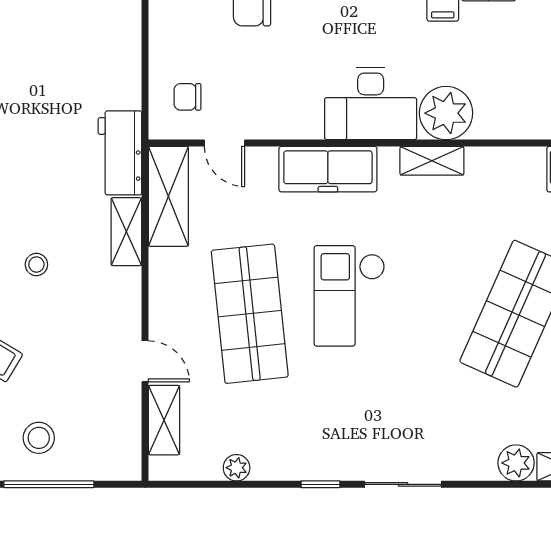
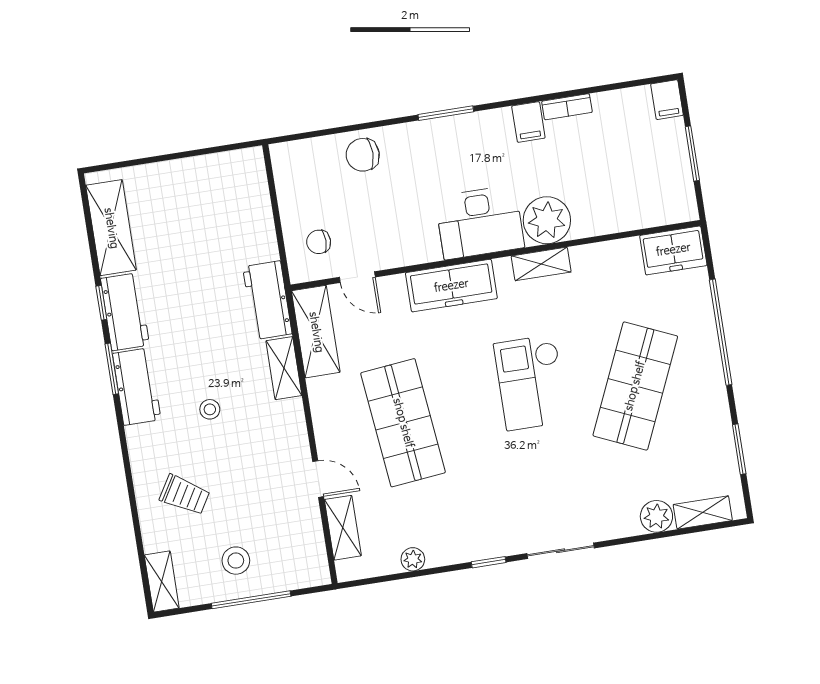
checkout: (349, 296) -> (531, 383), moved

